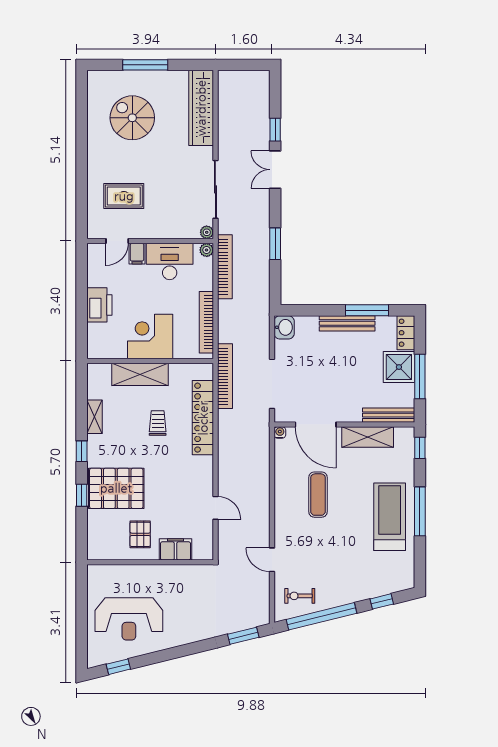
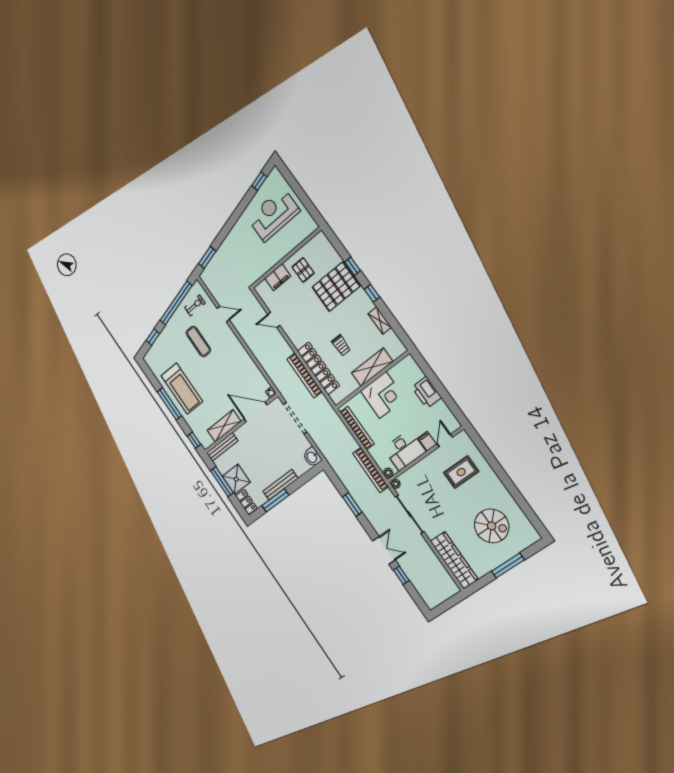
bookcase: (225, 376) -> (305, 375), moved
exercise mat: (318, 495) -> (198, 341), moved

